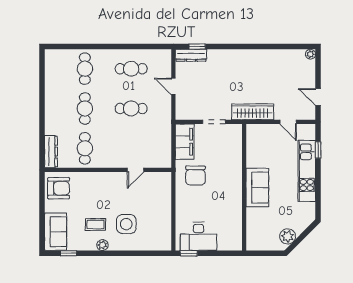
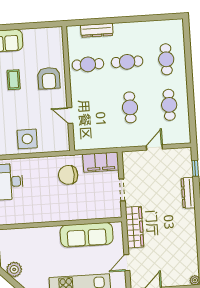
dresser: (191, 55) -> (188, 193), moved
cafe table: (85, 69) -> (166, 59), turned 90
dresser: (51, 152) -> (97, 30), moved
armchair: (59, 188) -> (49, 78), moved
sofa: (257, 188) -> (87, 235), moved, width x1.36
side table: (126, 224) -> (27, 139), moved

